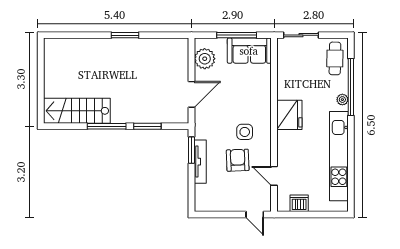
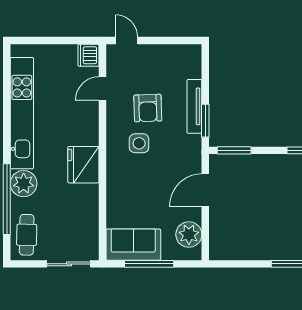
plant: (342, 100) -> (24, 184), width x1.88, depth x1.88
window: (147, 126) -> (234, 150), moved
door: (274, 176) -> (102, 89), swing flipped
dishwasher: (299, 203) -> (88, 55), moved, turned 90

